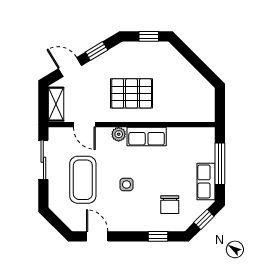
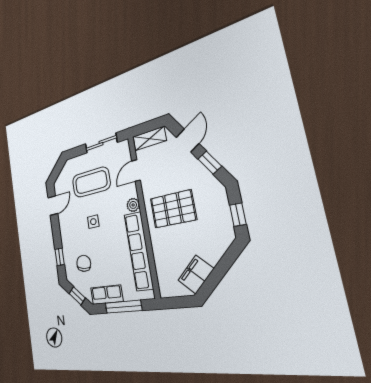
filing cabinet: (196, 83) -> (196, 274), added
pallet: (132, 93) -> (173, 209), turned 90
row of seats: (147, 136) -> (139, 251), width x2.02
chair: (170, 205) -> (84, 263), turned 99

